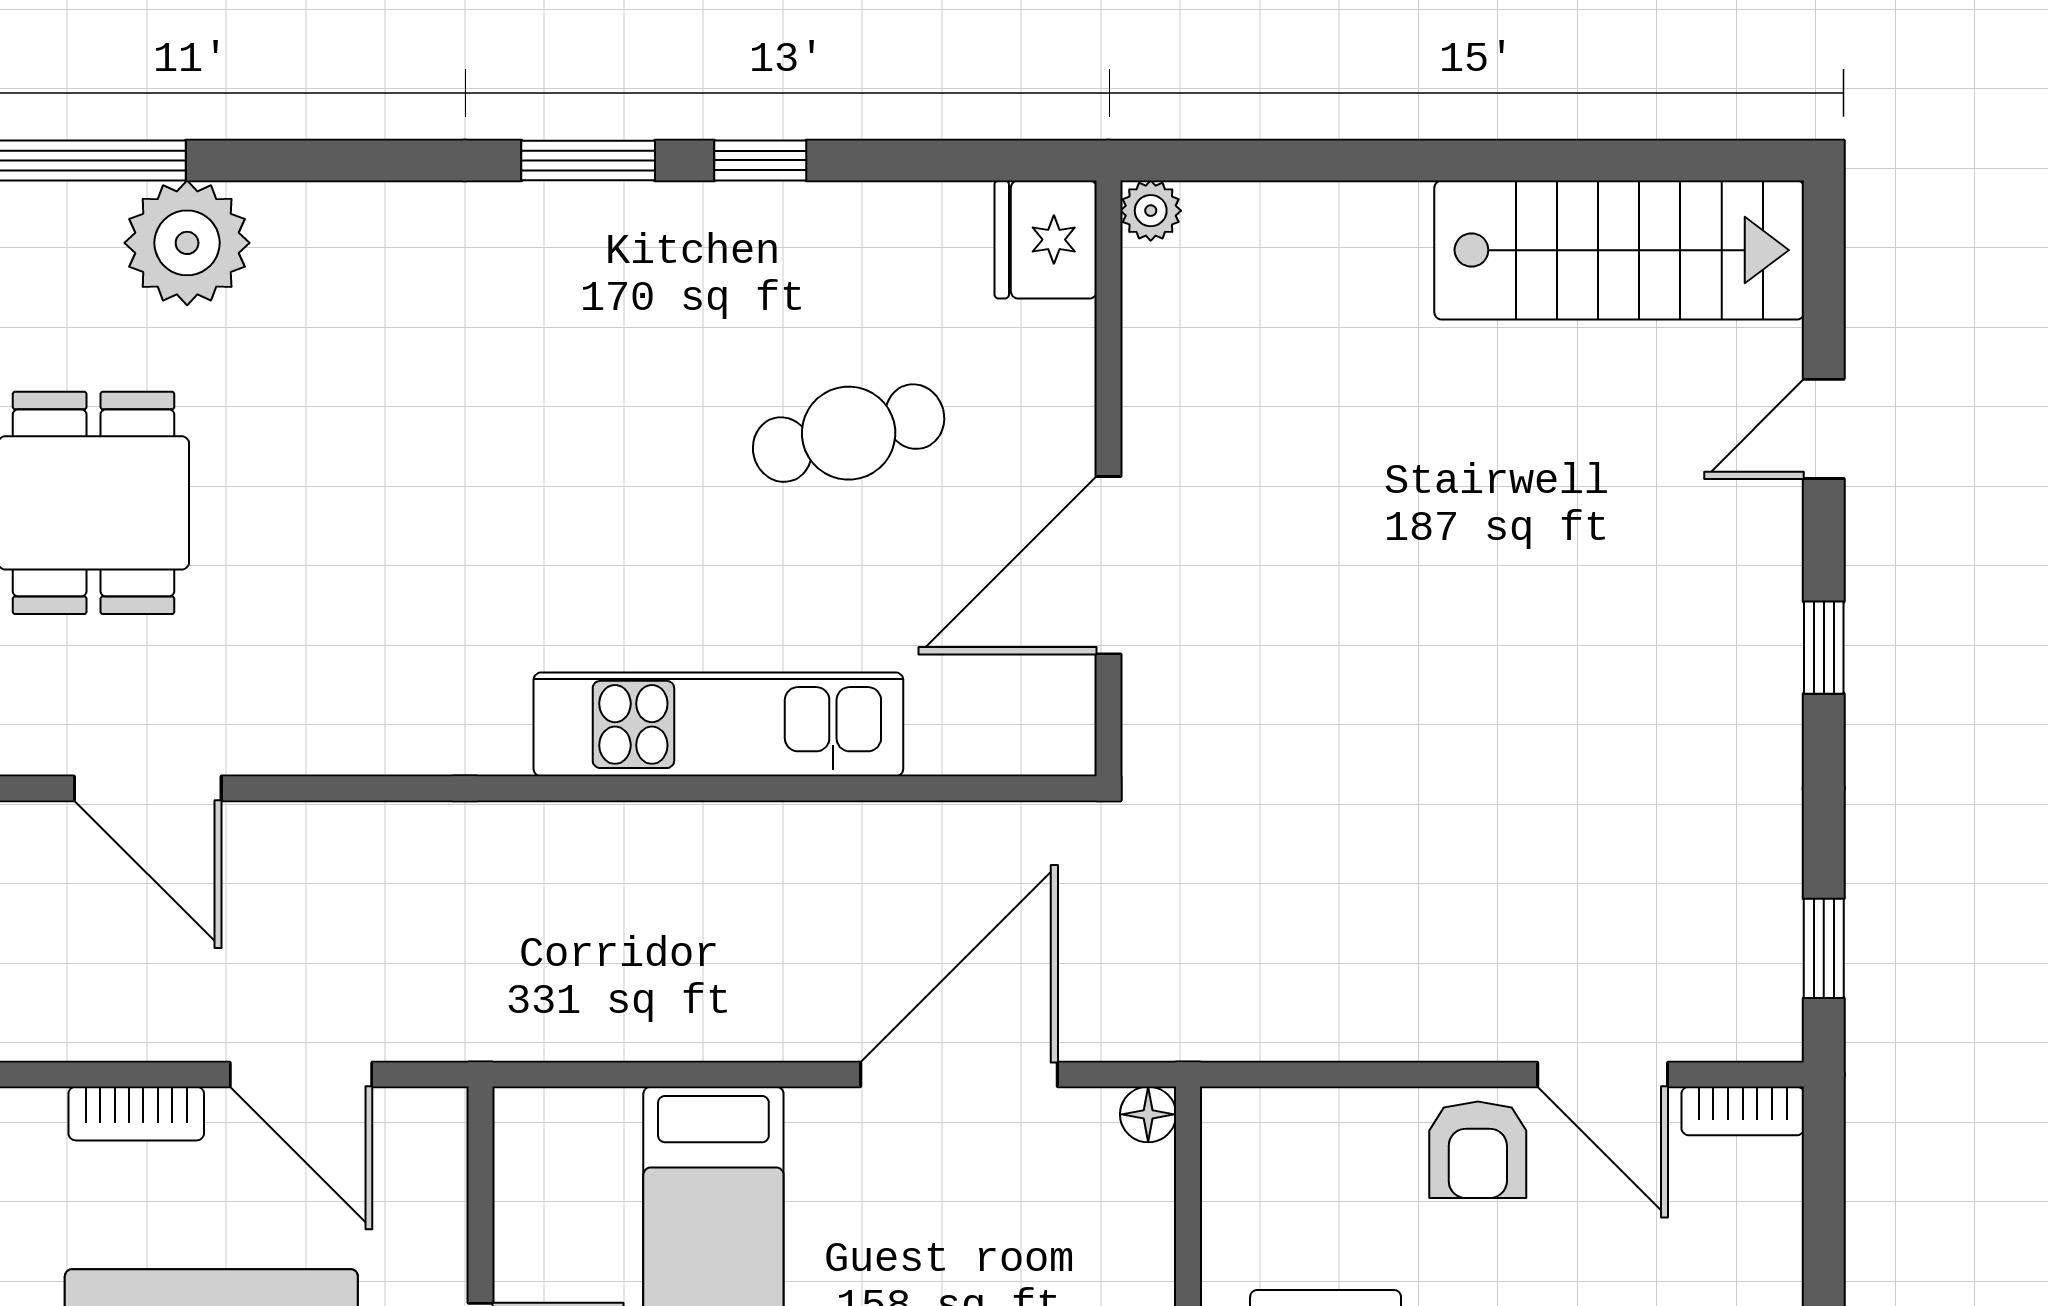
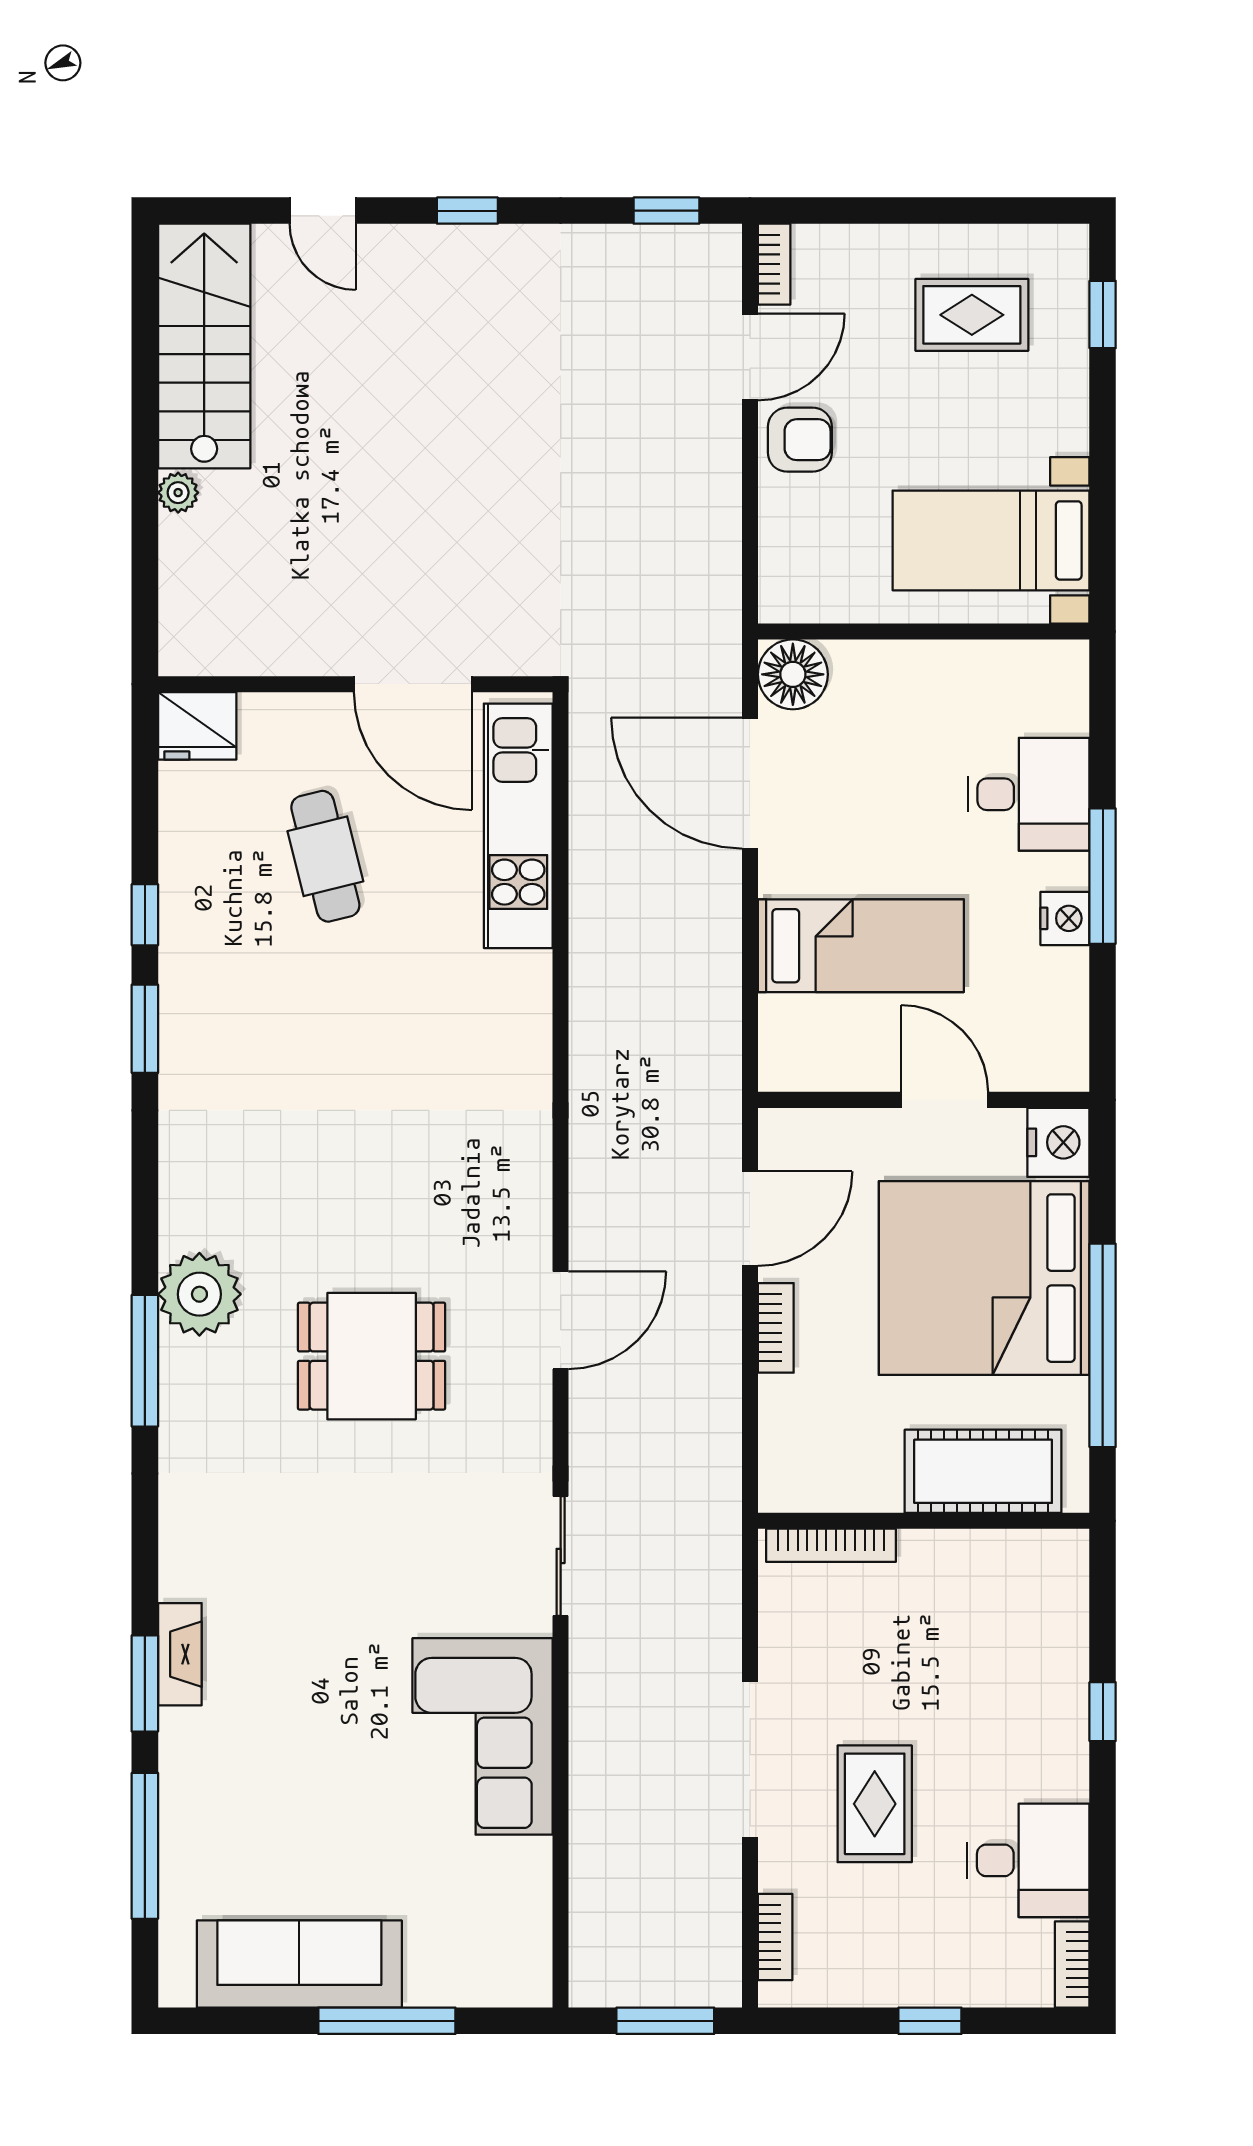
plant: (1151, 211) -> (178, 493), moved
kitchen unit: (718, 724) -> (518, 826), moved
floor lamp: (1148, 1114) -> (793, 674), width x1.89, depth x1.89

